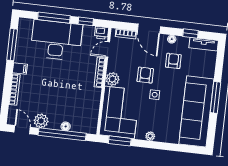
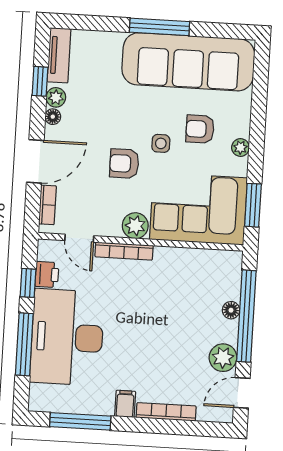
printer: (101, 33) -> (47, 274), moved
plant: (182, 41) -> (56, 97), added
armchair: (173, 61) -> (200, 129), moved

